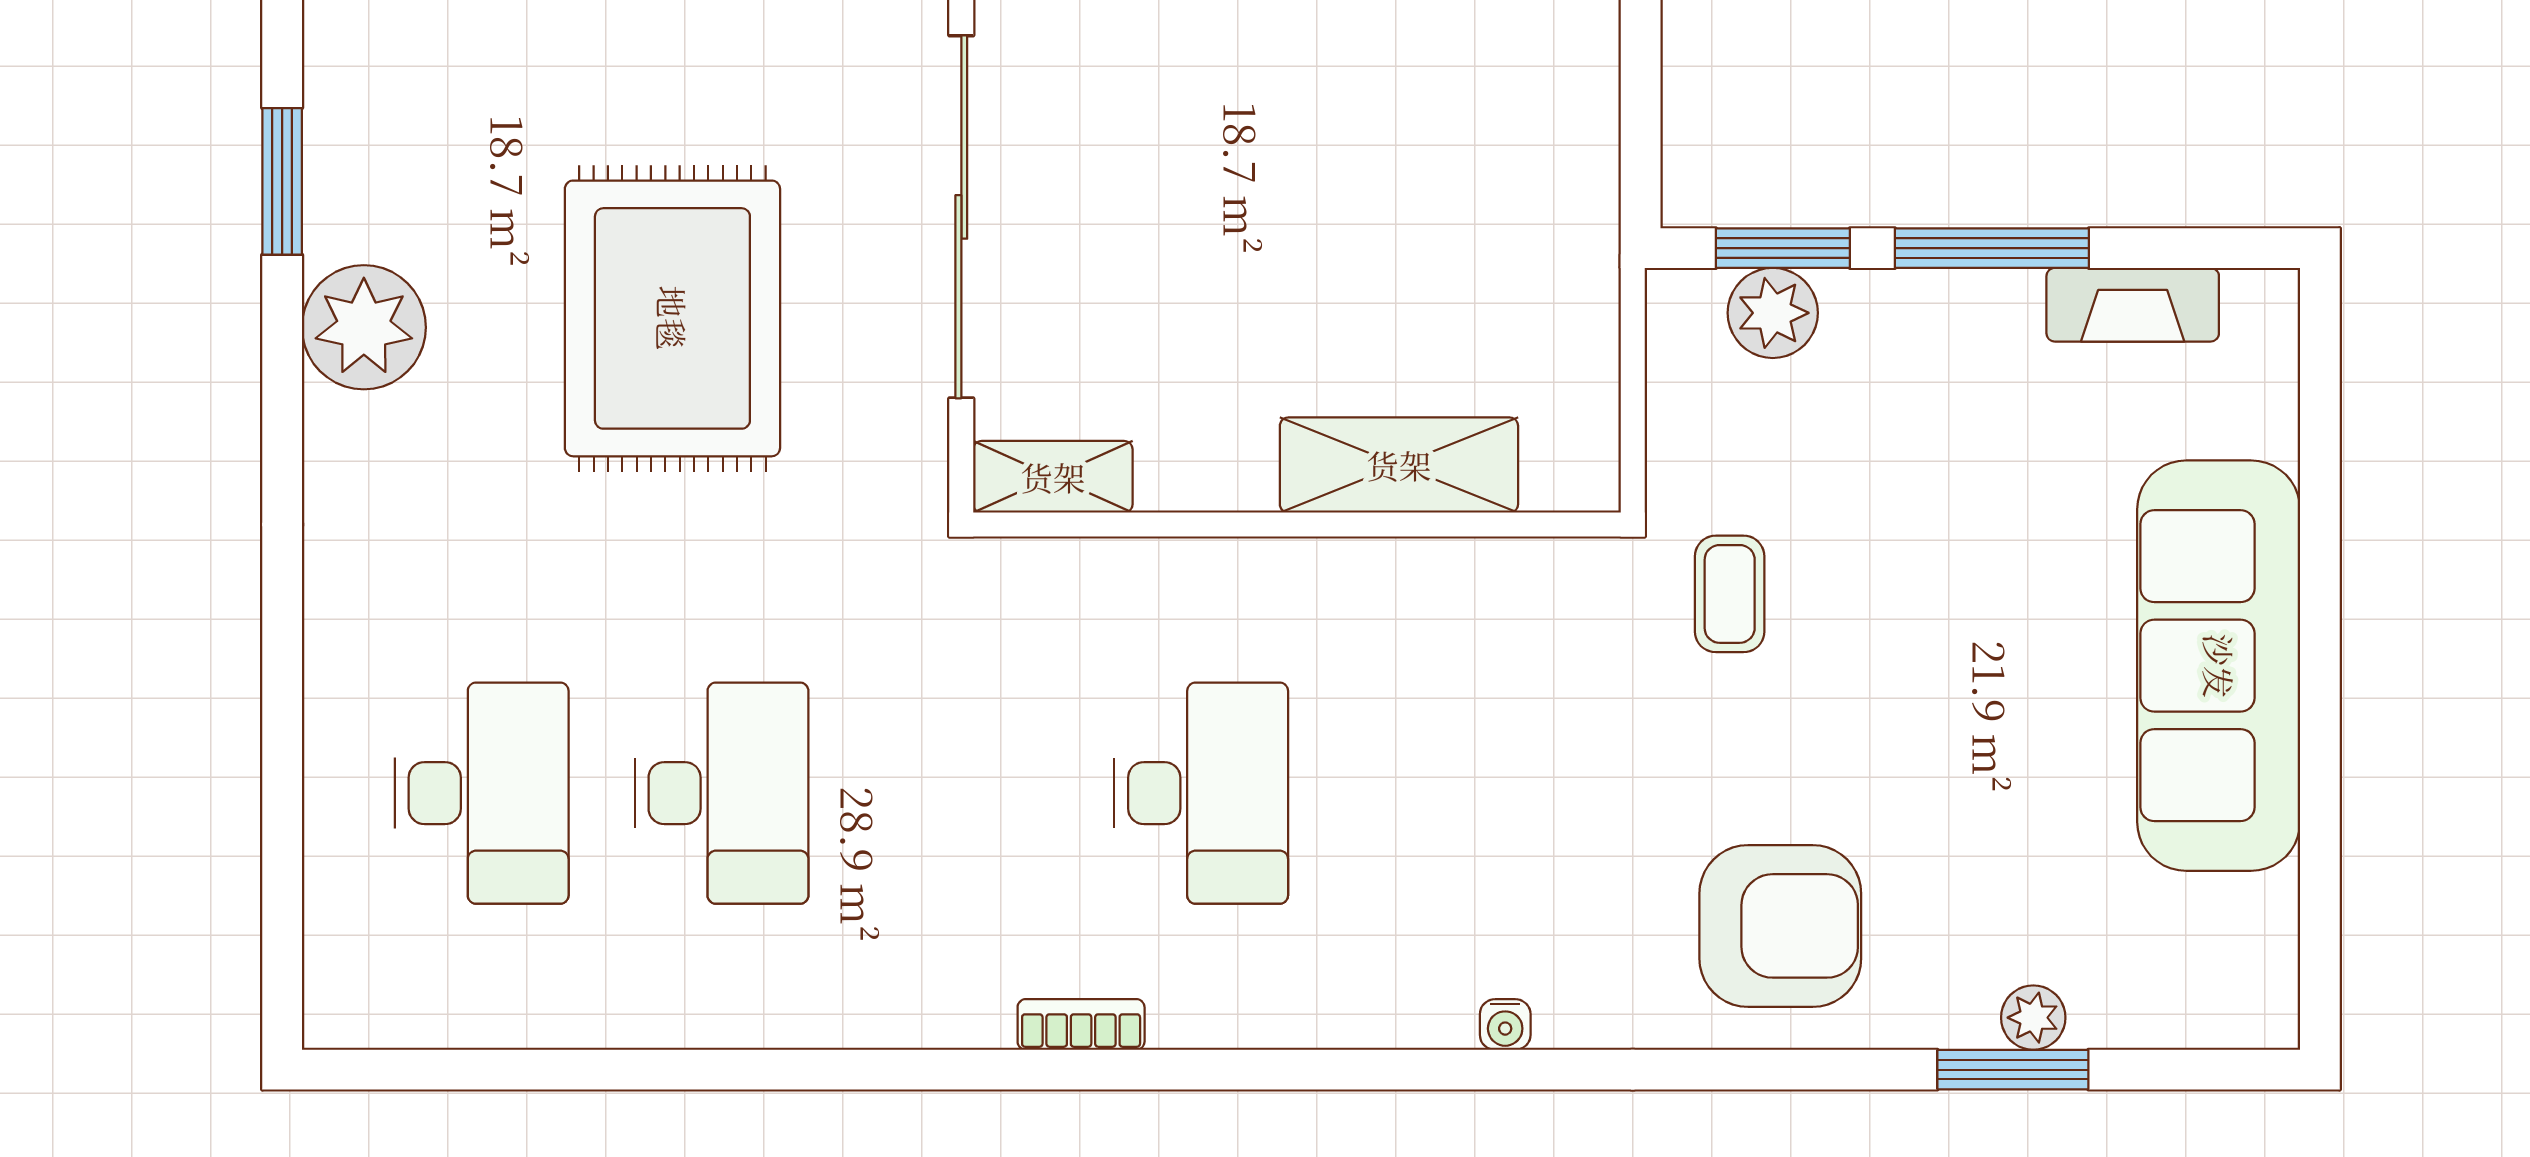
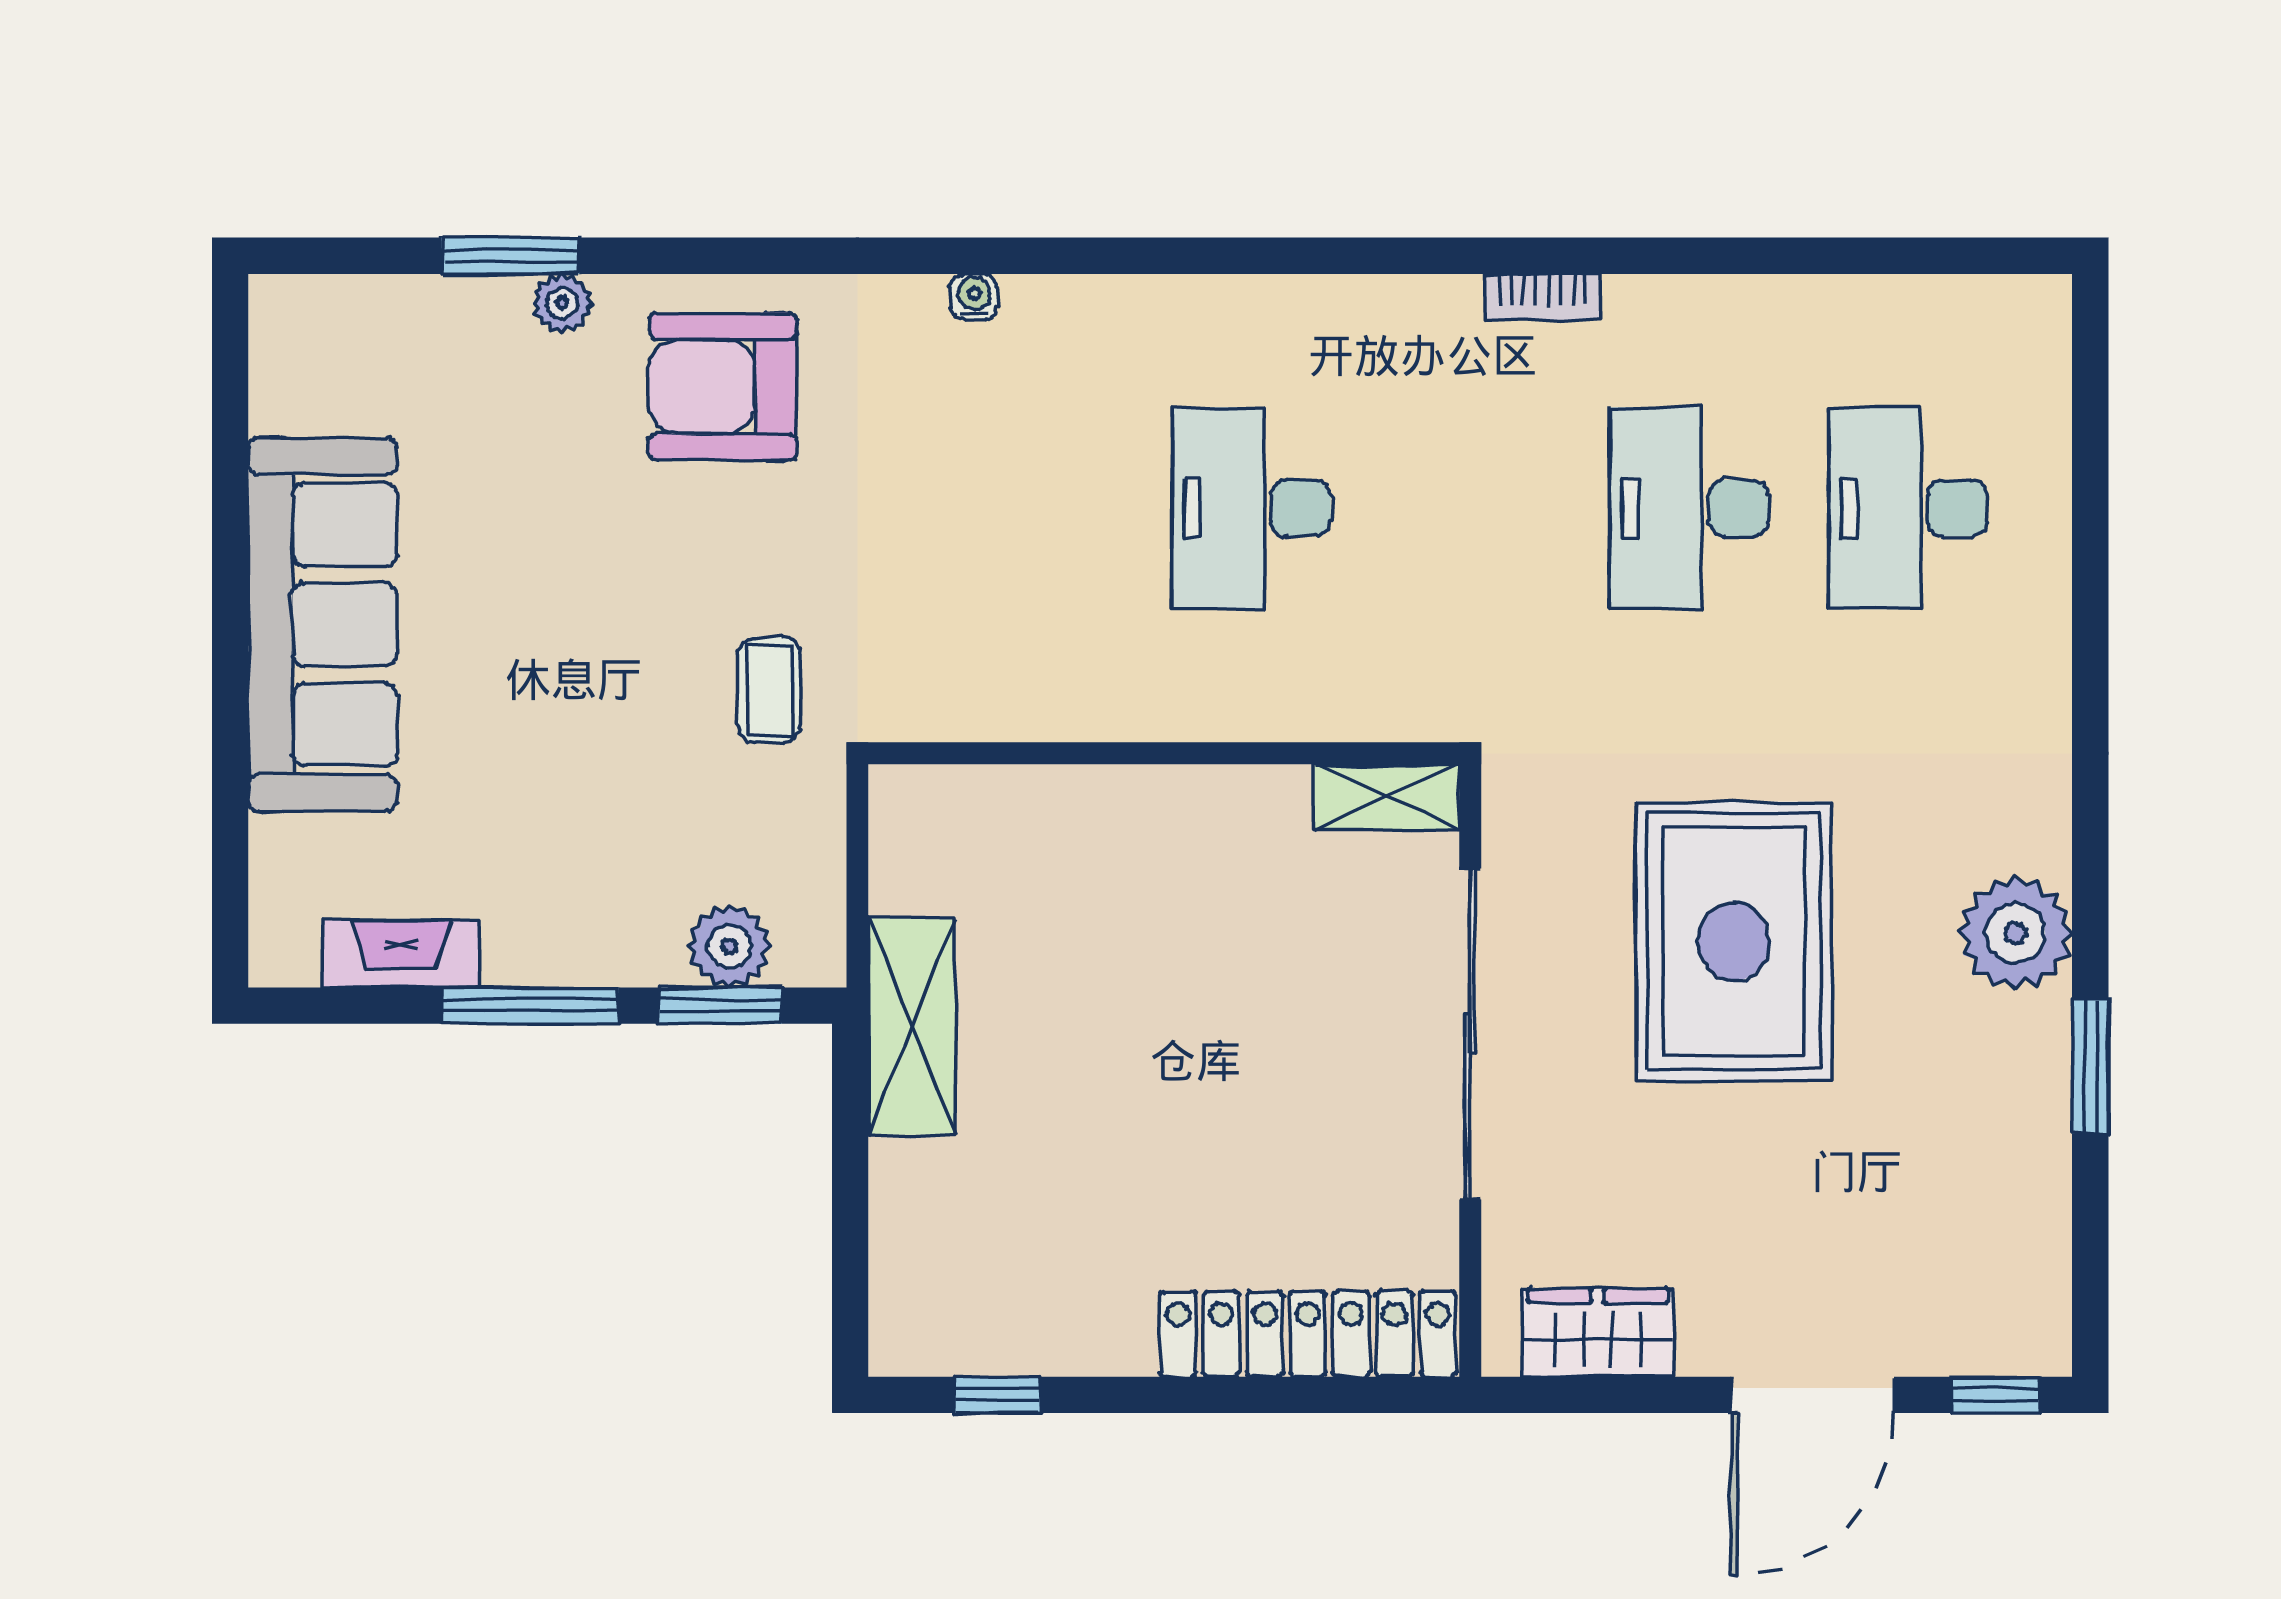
shelving: (1399, 465) -> (912, 1026), moved, turned 90
plant: (2033, 1018) -> (562, 303), moved
bookcase: (1081, 1024) -> (1542, 297), moved

